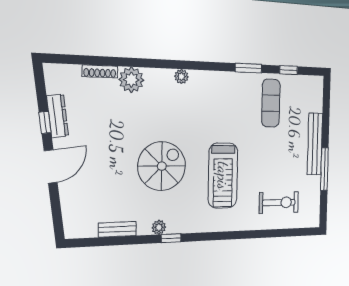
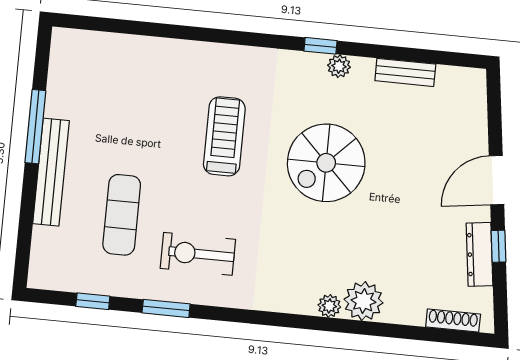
shoe rack: (100, 71) -> (453, 321), moved
plant: (181, 77) -> (329, 306), moved
exercise mat: (271, 103) -> (122, 215), moved
treadmill: (223, 176) -> (224, 136), width x0.73, depth x0.73
exercise bike: (279, 203) -> (198, 254), moved

